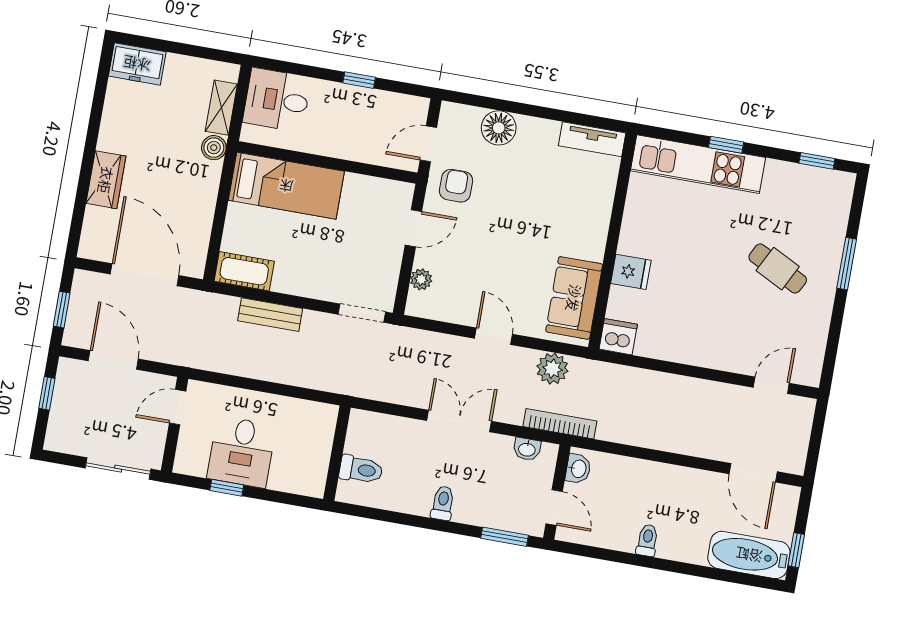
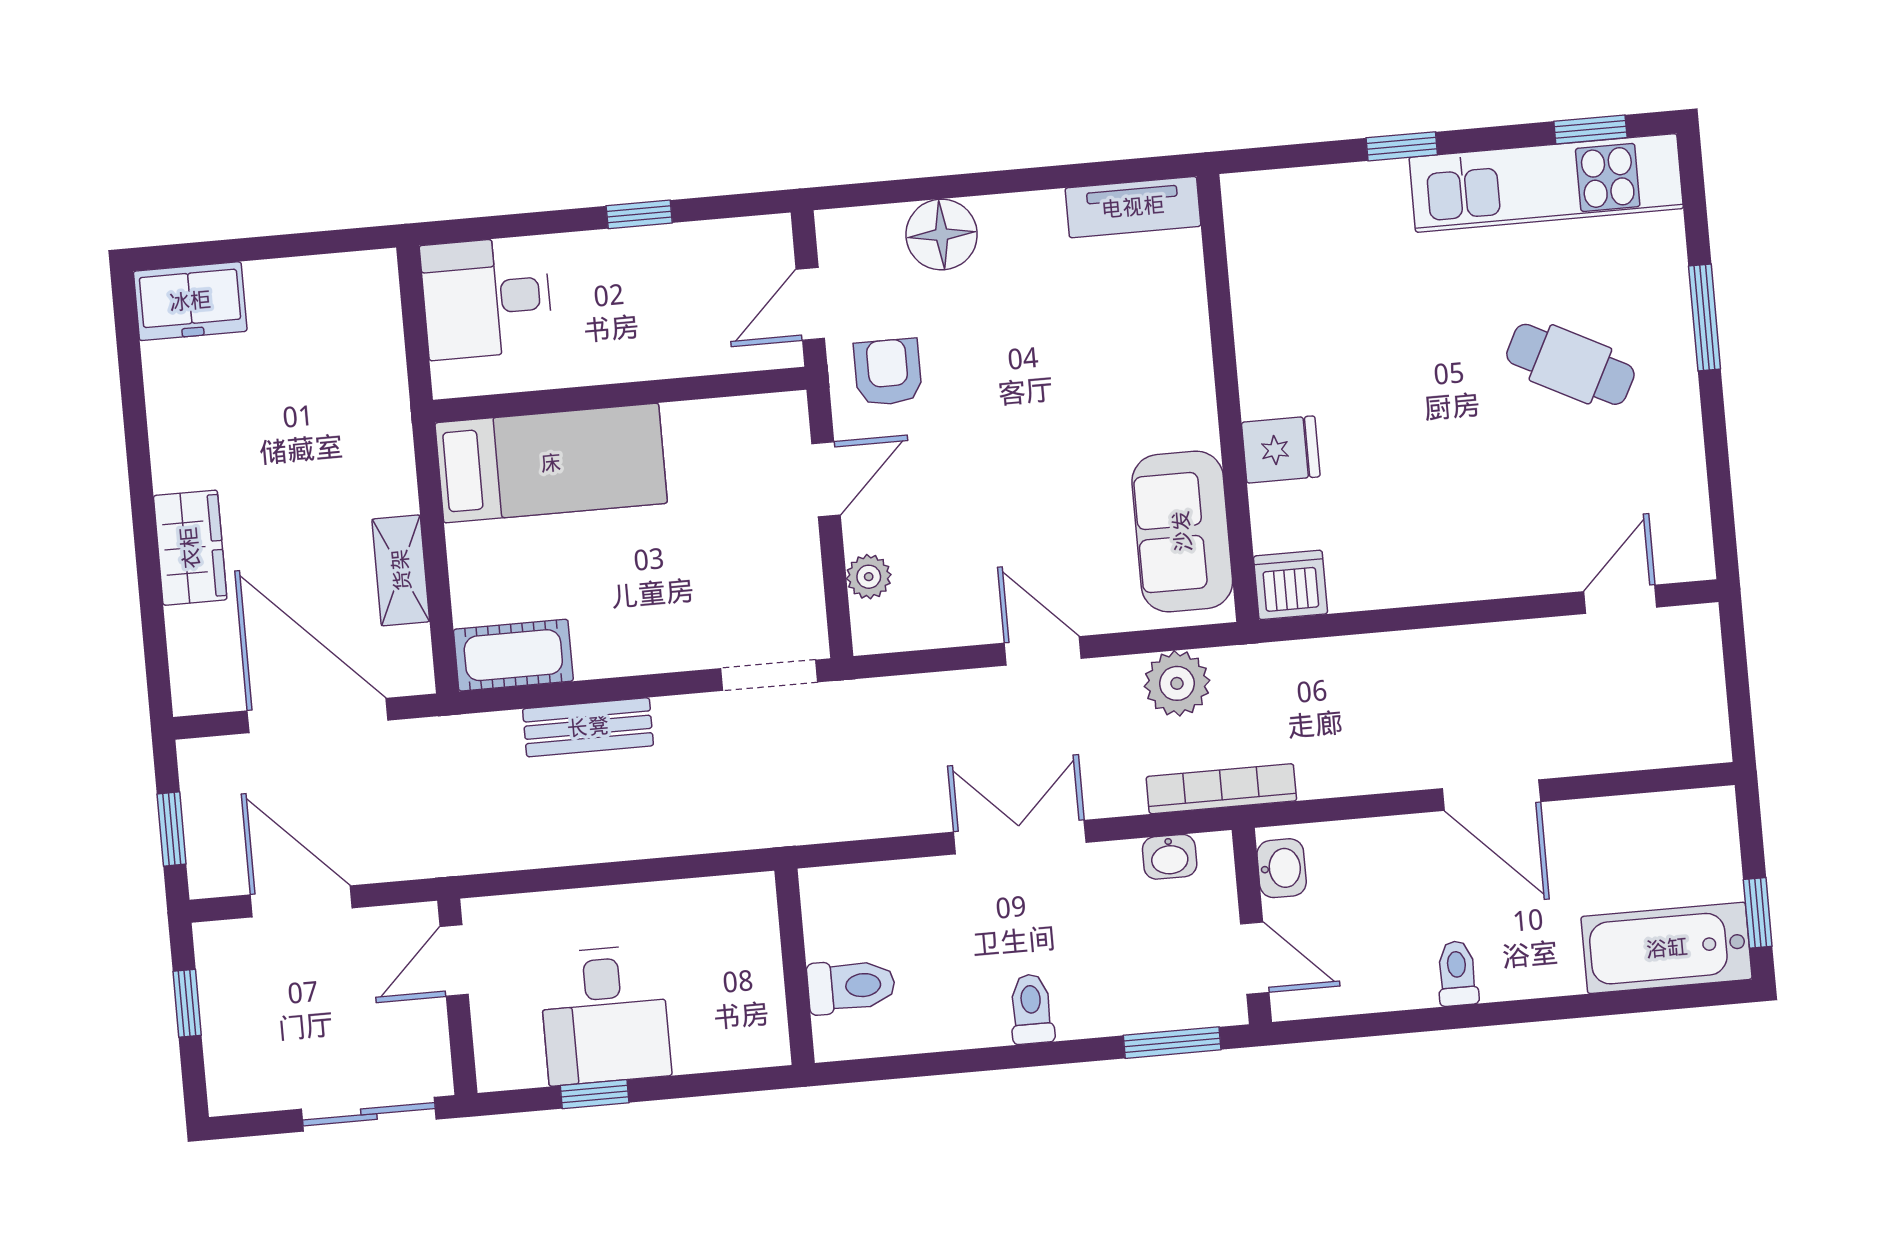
shelving: (221, 108) -> (401, 570), moved
boiler: (214, 148) -> (387, 426), removed
kitchen unit: (698, 164) -> (1546, 183), moved
door: (753, 473) -> (1491, 795), moved

